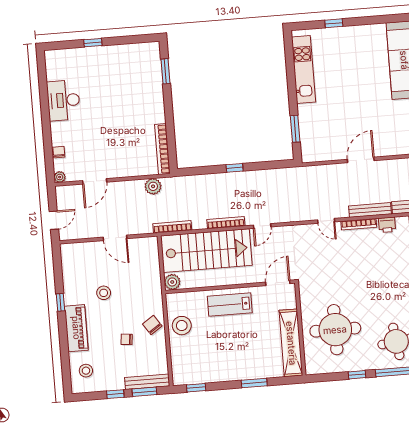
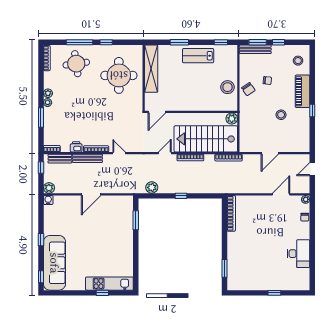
kitchen unit: (303, 69) -> (109, 284), moved, turned 90
plant: (153, 186) -> (152, 187), moved
door: (115, 238) -> (270, 153), swing flipped
lab bench: (230, 305) -> (198, 56), moved, turned 180

